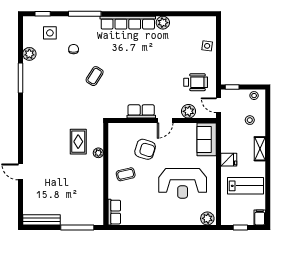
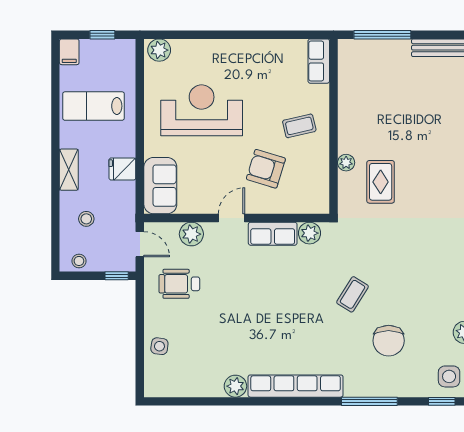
side table: (50, 33) -> (449, 376), moved
chair: (74, 49) -> (389, 341), width x1.87, depth x1.87
plant: (120, 112) -> (309, 233), added
fridge: (229, 160) -> (122, 169), moved

